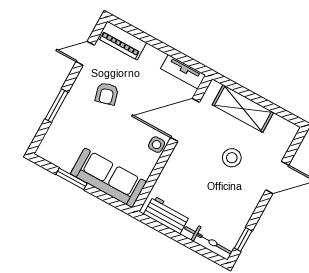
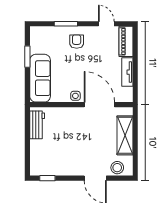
tv unit: (183, 72) -> (127, 72), moved
armchair: (107, 94) -> (77, 42), moved, turned 105
stool: (232, 158) -> (117, 168), moved
bicycle: (208, 240) -> (36, 158), removed

